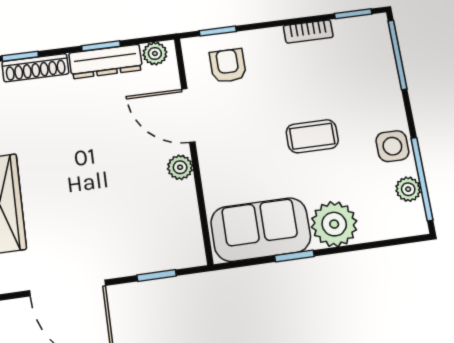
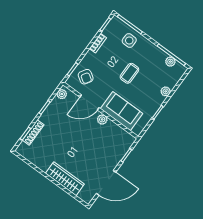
dresser: (106, 61) -> (51, 111), removed
armchair: (228, 66) -> (86, 77), turned -148
side table: (392, 146) -> (129, 40), moved
plant: (334, 224) -> (166, 91), width x0.53, depth x0.53
sofa: (261, 230) -> (122, 111), moved, turned 90

